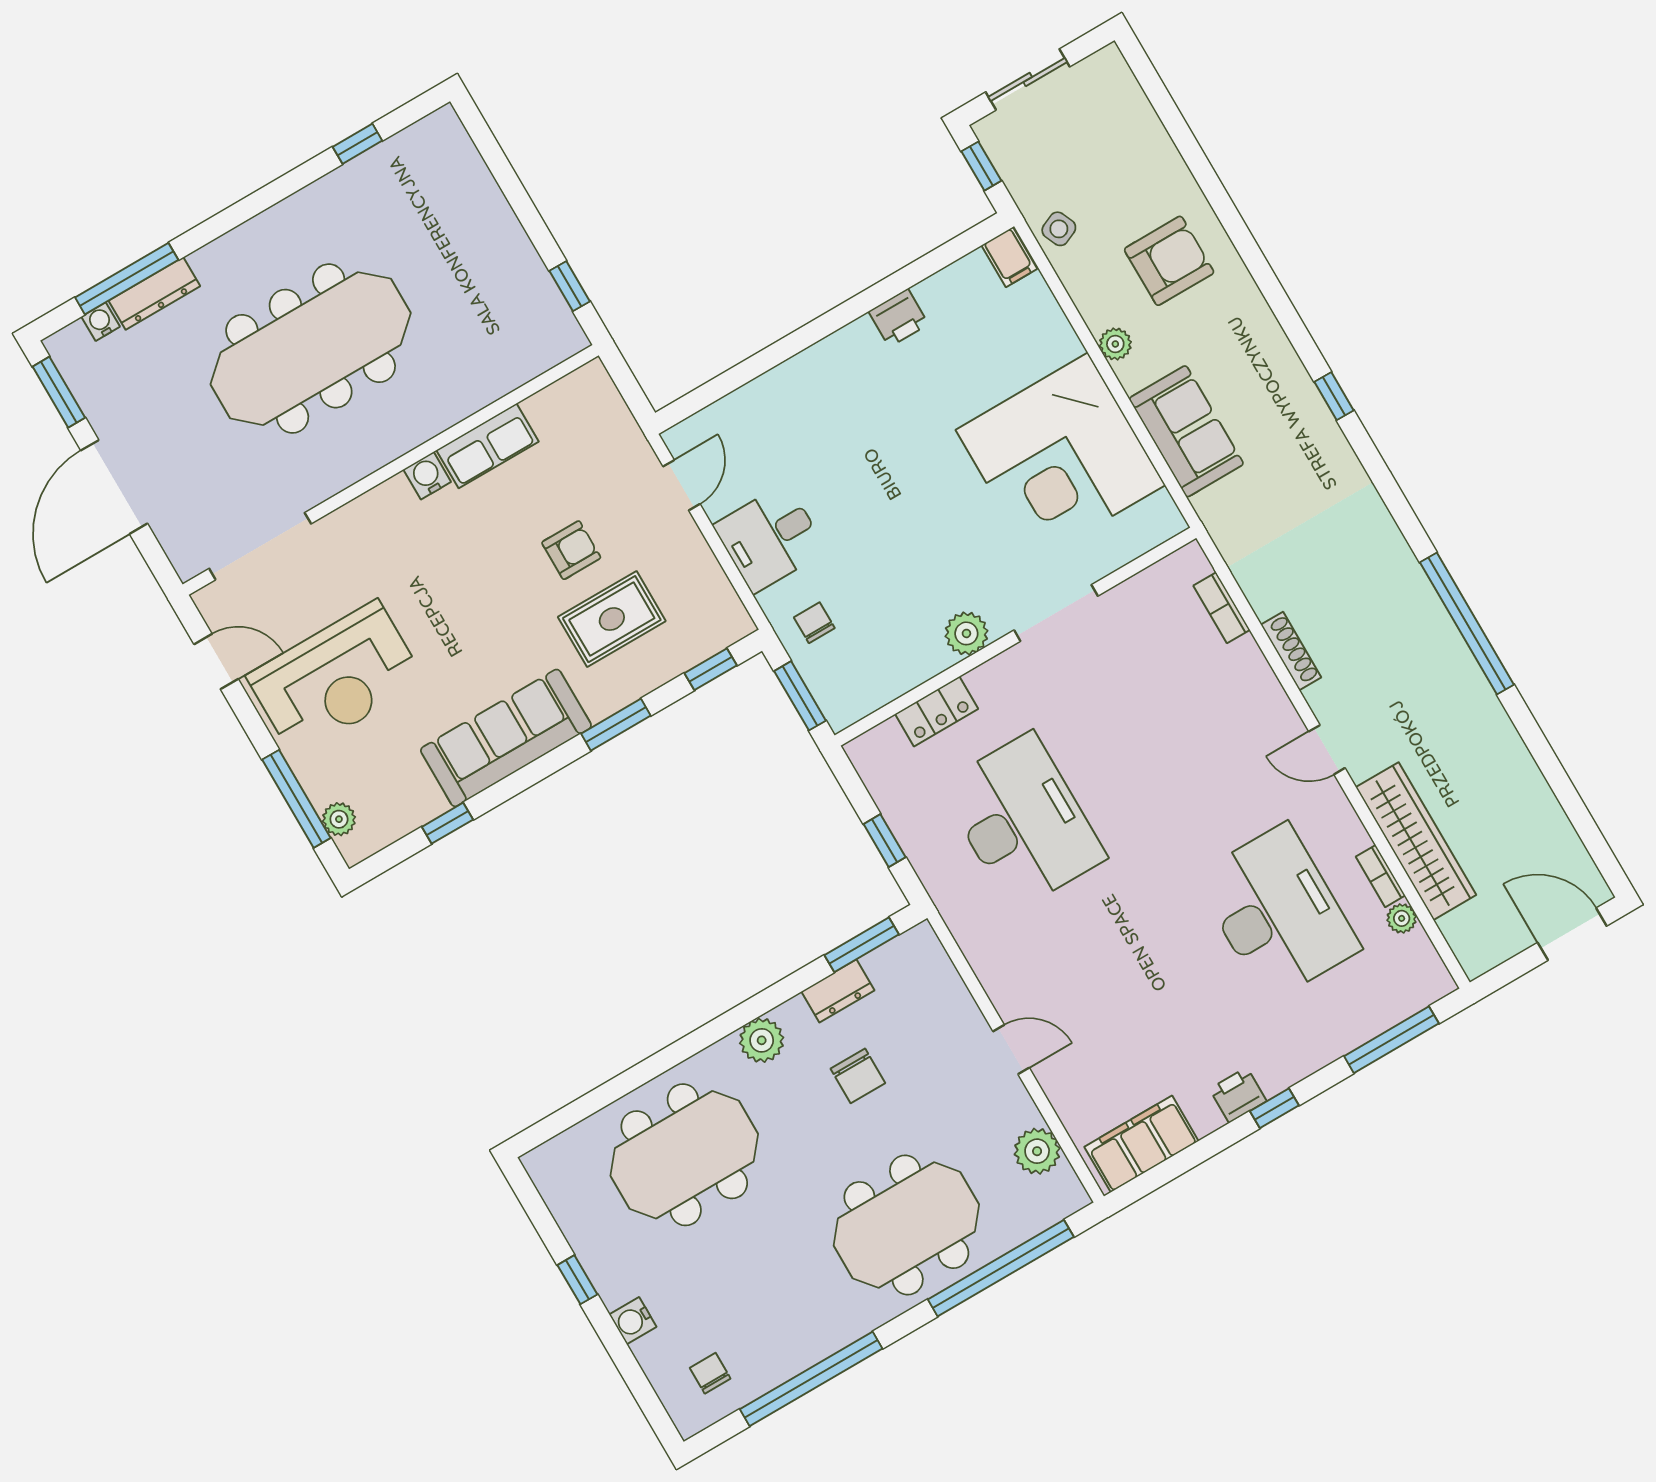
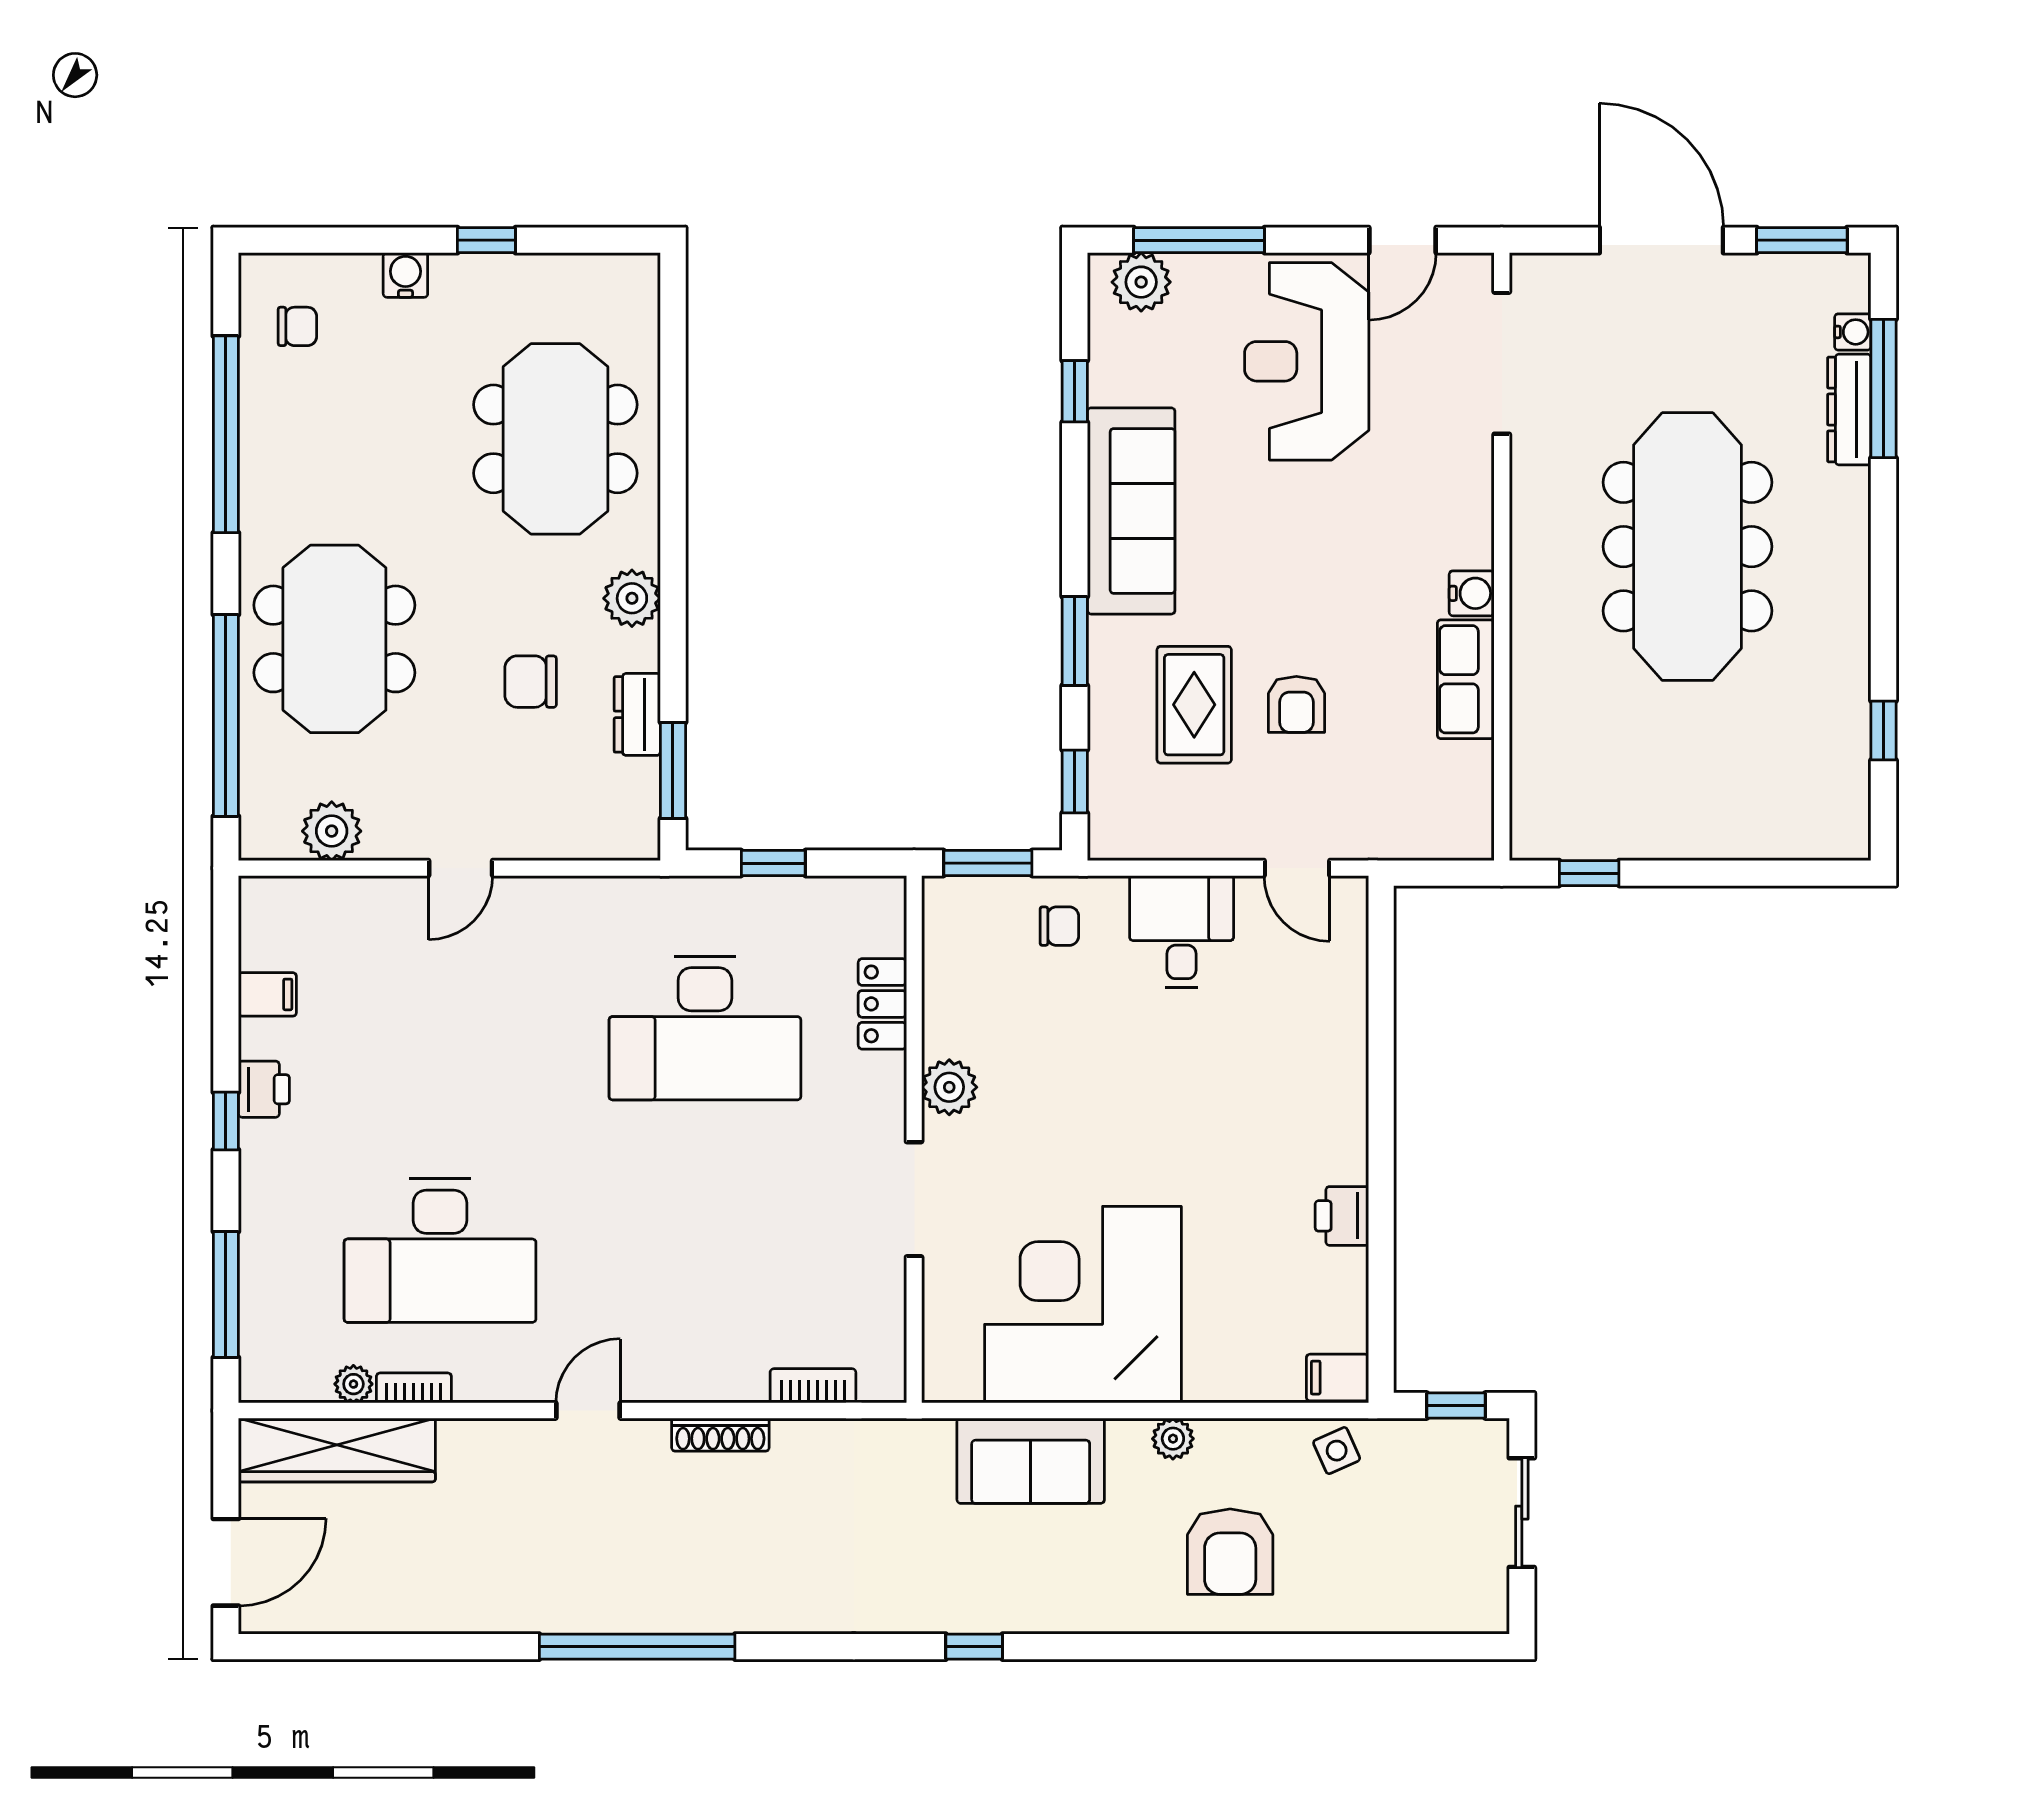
plant: (339, 819) -> (1141, 282), width x1.38, depth x1.38
wardrobe: (1416, 841) -> (337, 1450), moved
filing cabinet: (1141, 1144) -> (267, 994), width x0.33, depth x0.86

